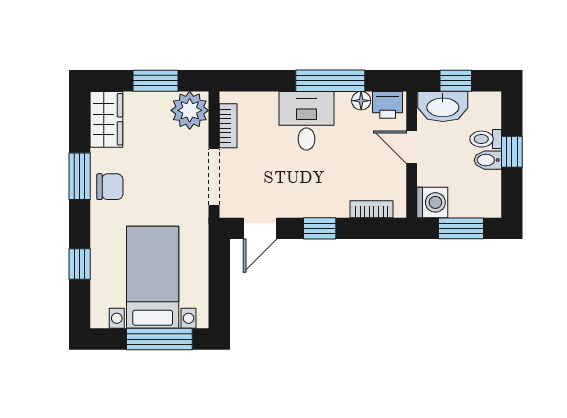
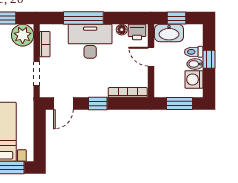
window: (330, 81) -> (83, 18), moved
desk: (307, 121) -> (90, 41), width x1.37
doorway: (214, 177) -> (37, 74), width x0.73
washing machine: (432, 202) -> (194, 79), moved, turned 180
bookcase: (372, 209) -> (128, 92), width x1.56

